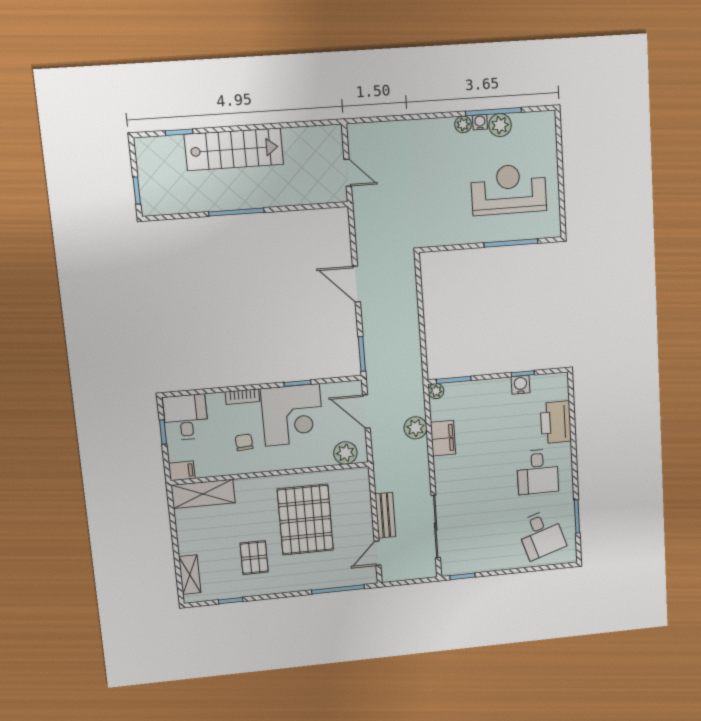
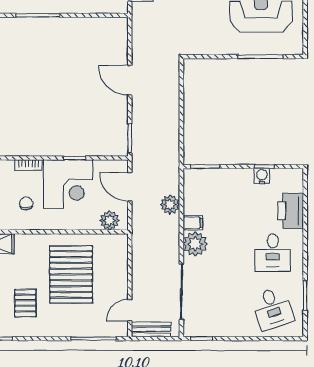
plant: (436, 391) -> (195, 244), moved, width x1.88, depth x1.88
filing cabinet: (443, 438) -> (193, 223), width x0.50
bench: (385, 515) -> (151, 329), moved, turned 90

